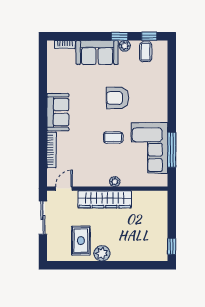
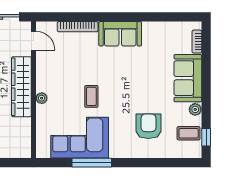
window: (120, 36) -> (206, 104), removed
armchair: (118, 98) -> (148, 126), moved
window: (172, 150) -> (92, 163), moved

